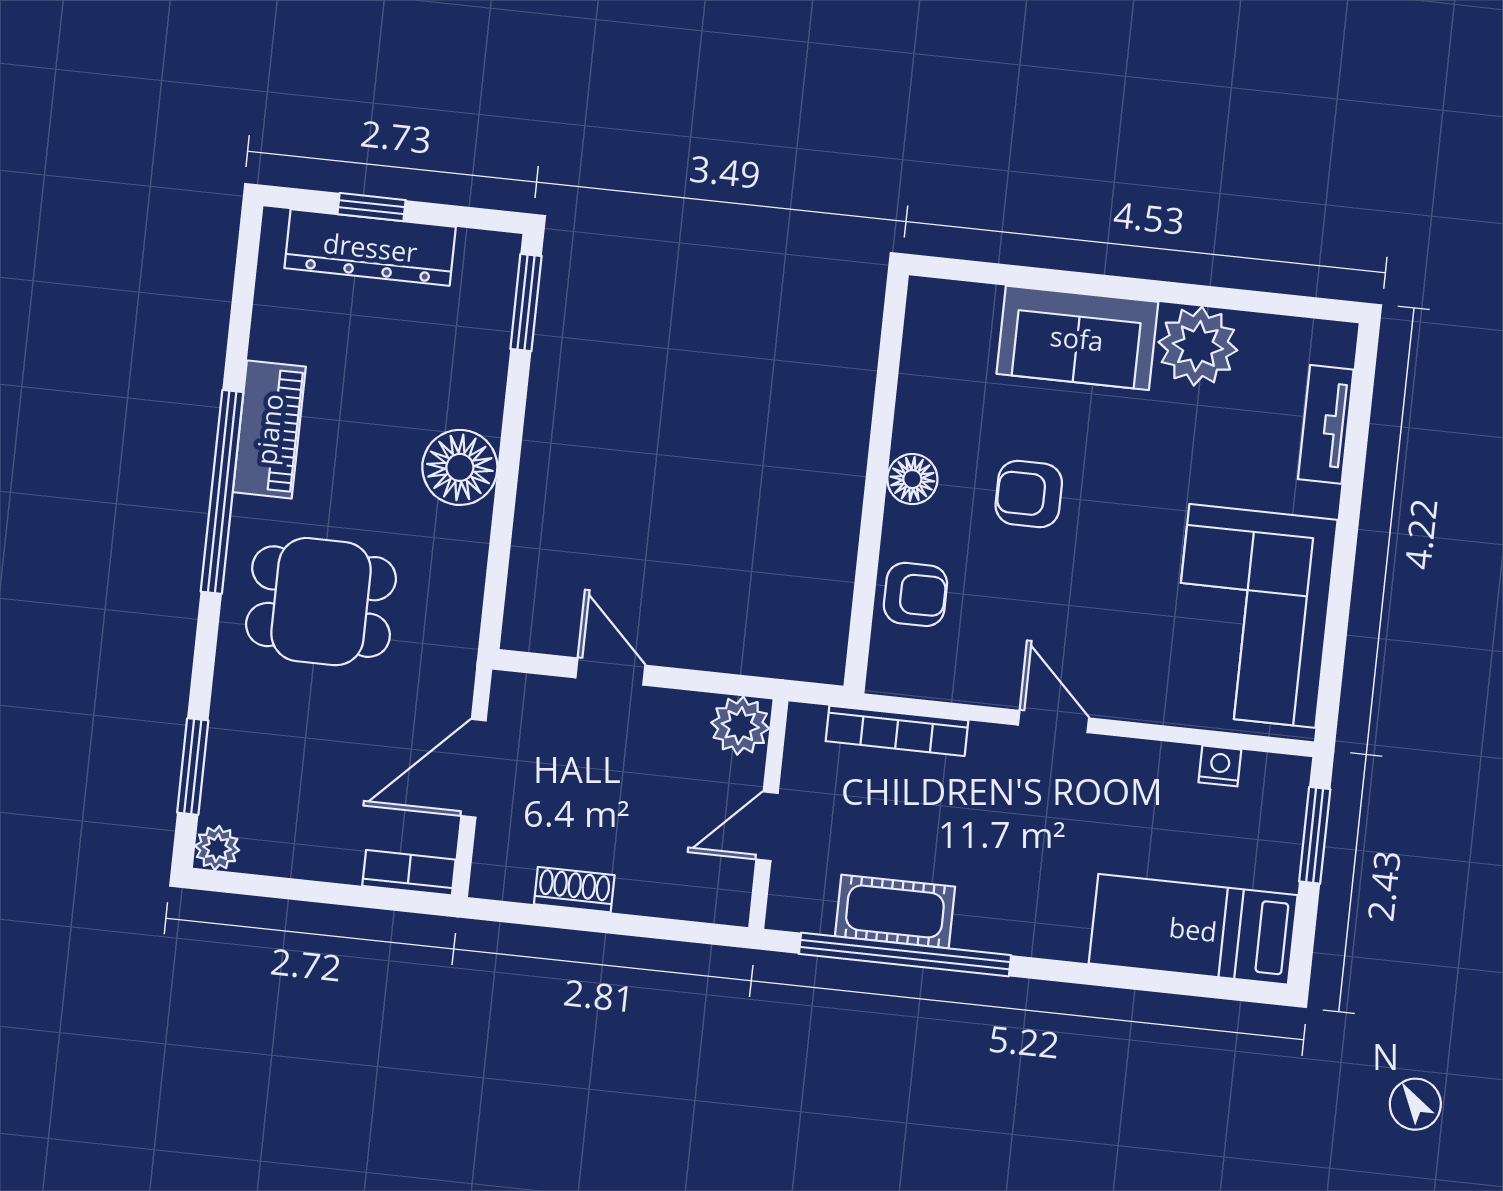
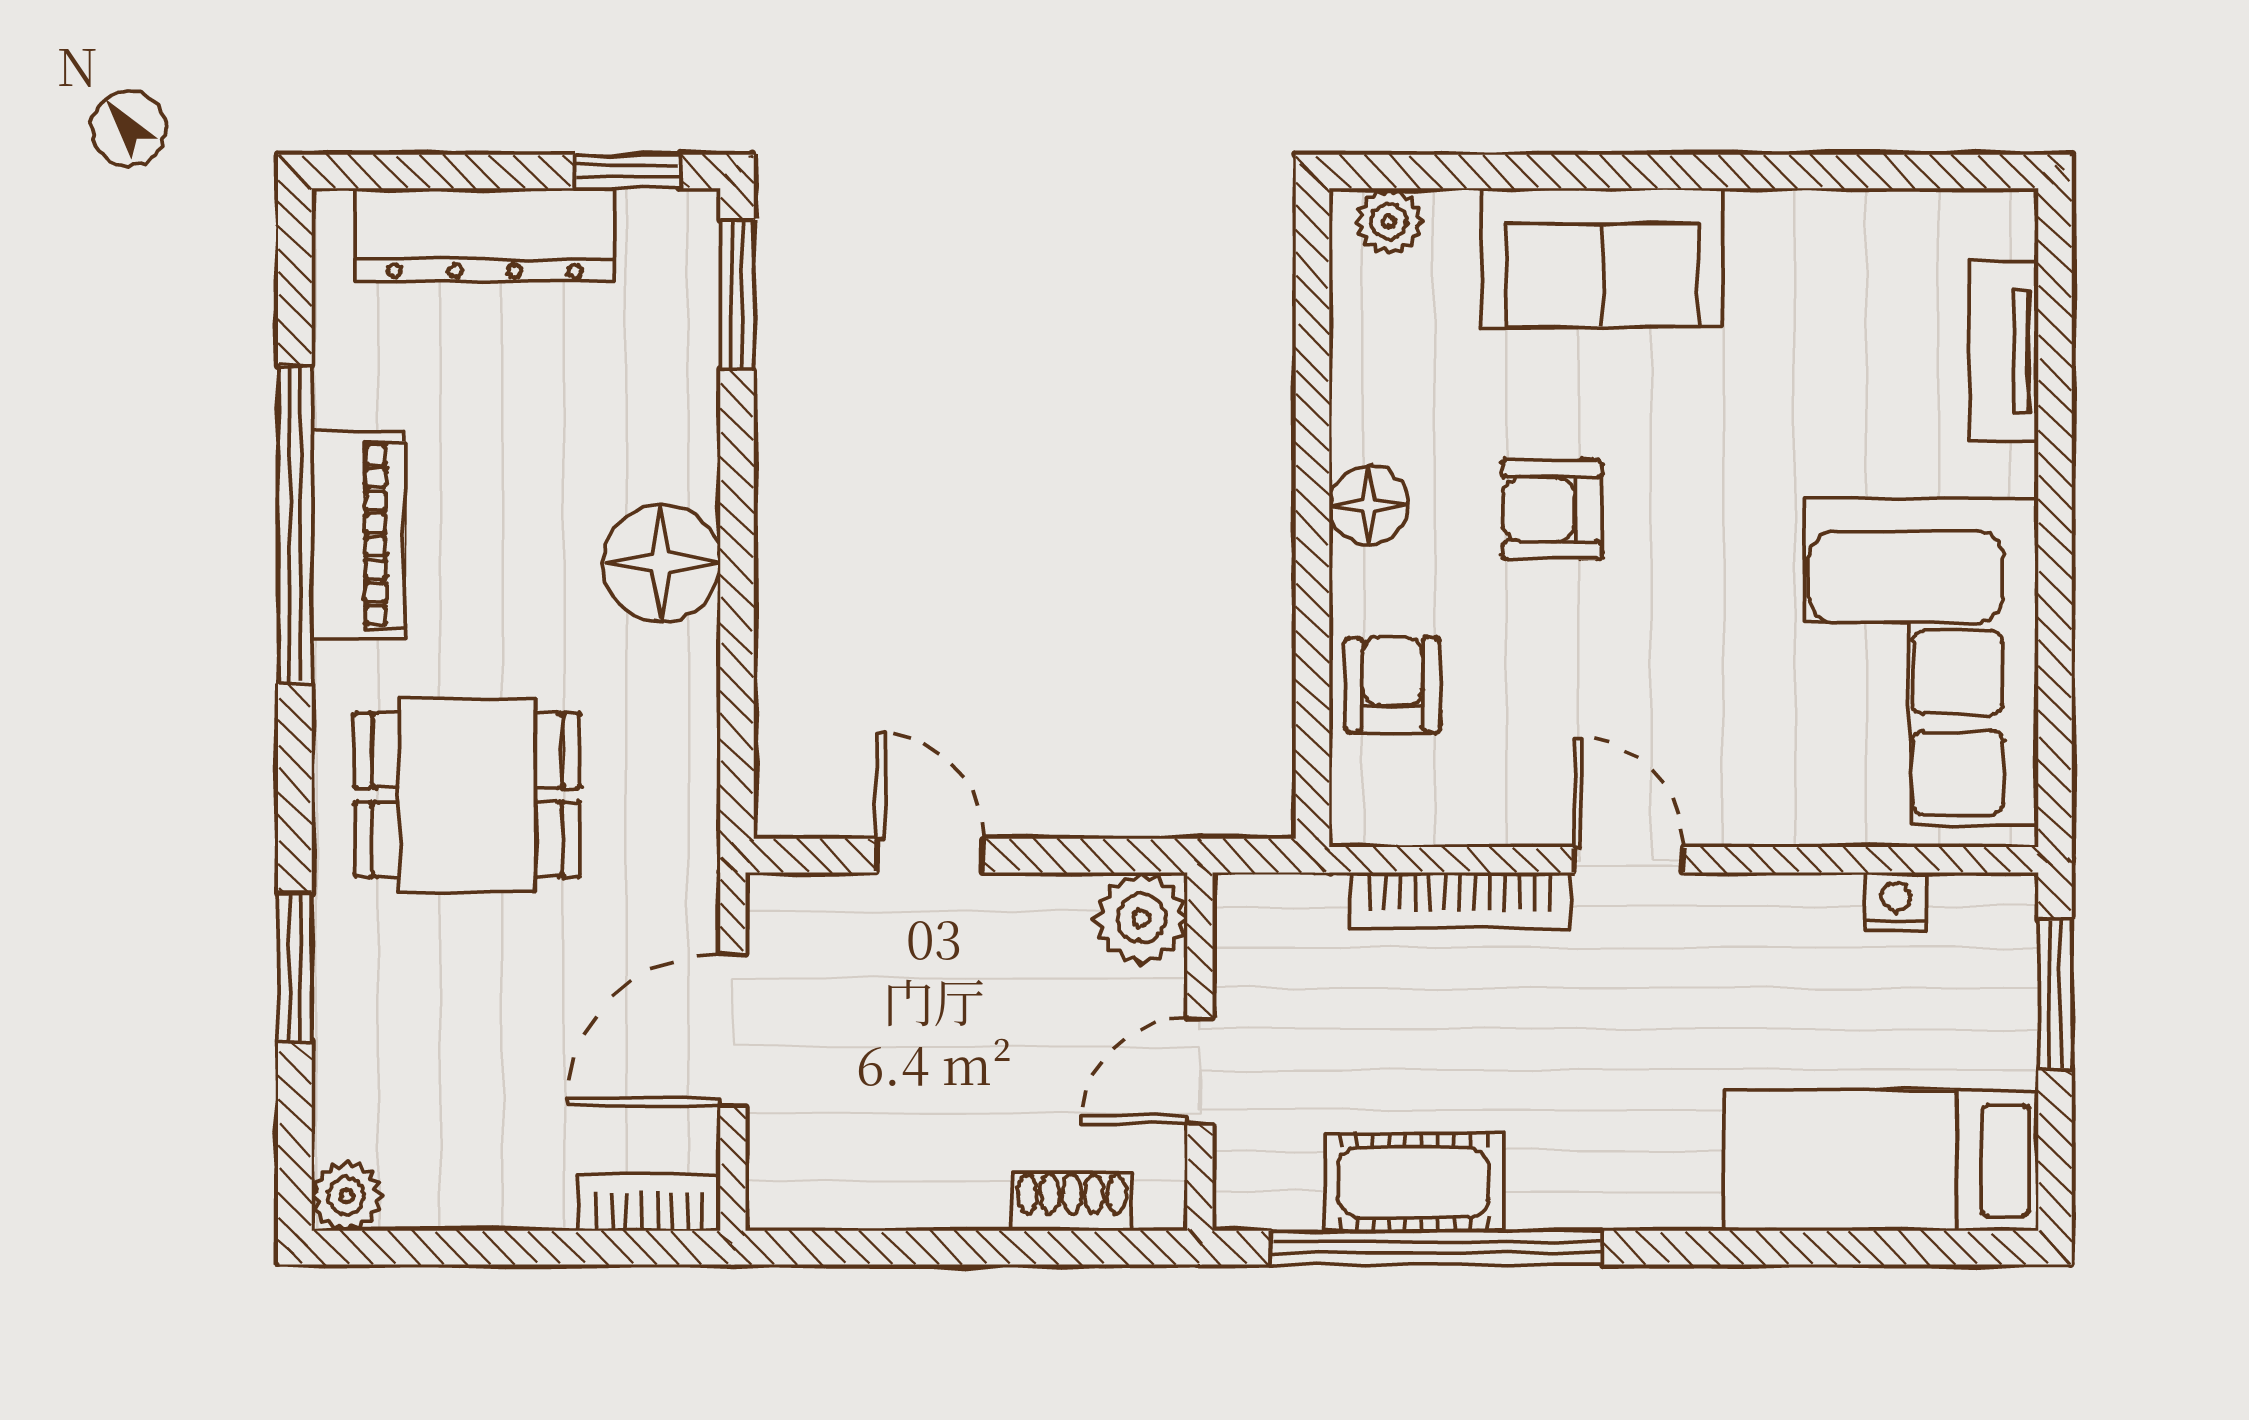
window: (372, 207) -> (627, 172), moved
plant: (1198, 346) -> (1389, 221), moved, width x0.53, depth x0.53
window: (222, 492) -> (295, 524), moved
armchair: (915, 594) -> (1393, 685), turned -90
bookcase: (897, 731) -> (1460, 900), moved
window: (193, 767) -> (295, 968), moved
shoe rack: (574, 890) -> (1072, 1202), moved

